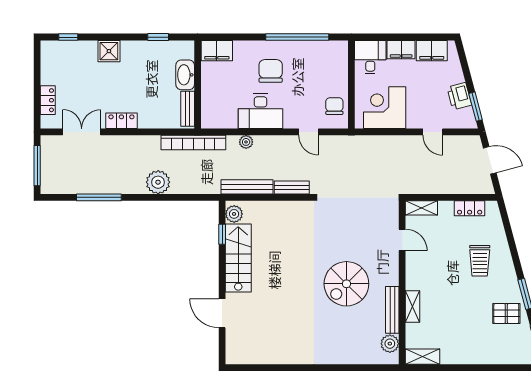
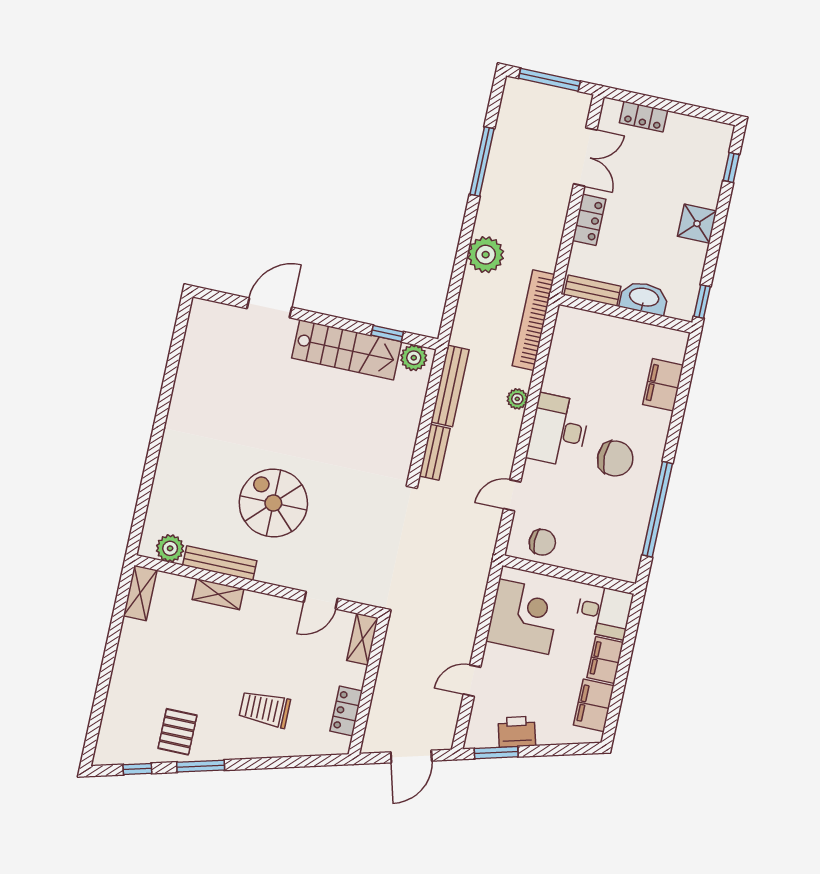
washbasin: (185, 75) -> (644, 298), moved
wall: (198, 84) -> (626, 313), moved
bench: (188, 109) -> (592, 291), moved

